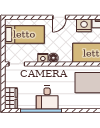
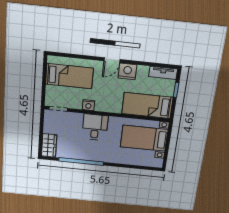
nightstand: (84, 25) -> (128, 71), moved
floor lamp: (53, 58) -> (100, 106), removed
desk: (47, 98) -> (95, 127), moved, turned 180

